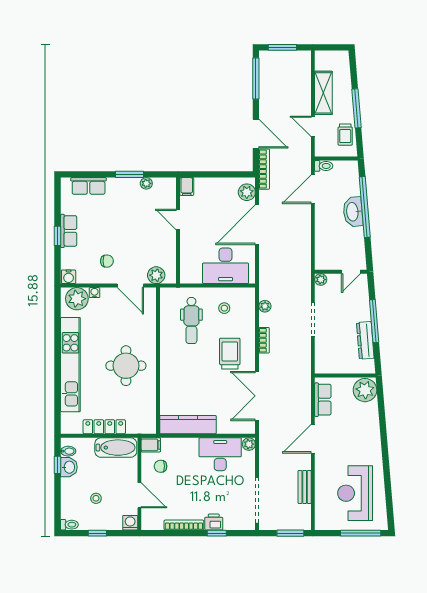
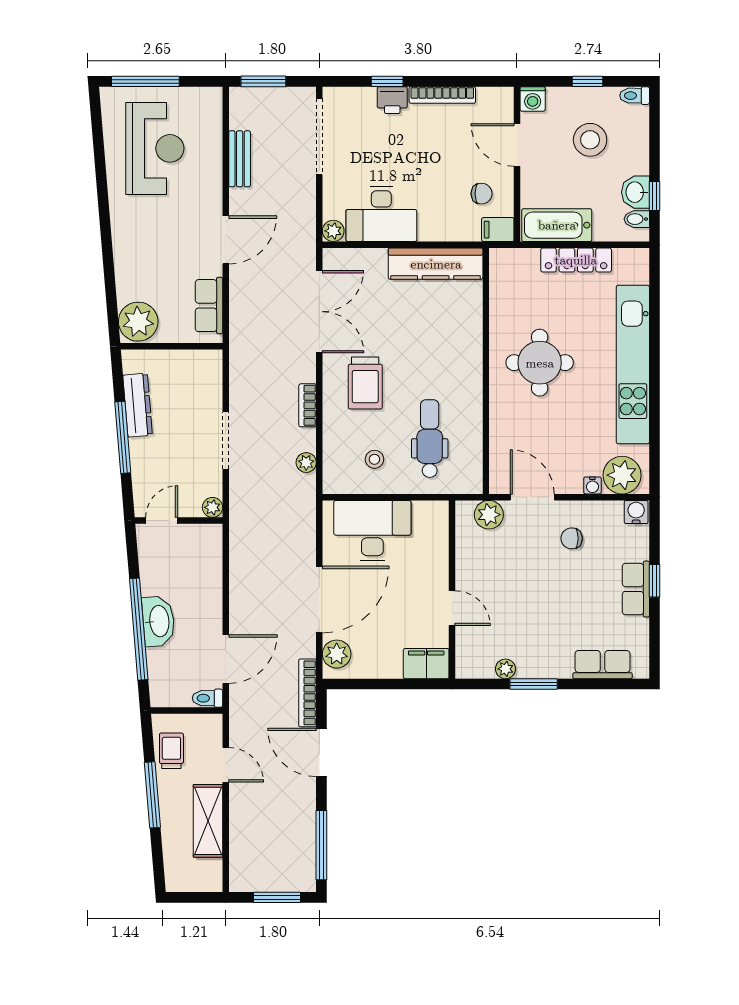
filing cabinet: (187, 187) -> (426, 664), width x2.00
stool: (96, 498) -> (590, 140), width x1.89, depth x1.89

